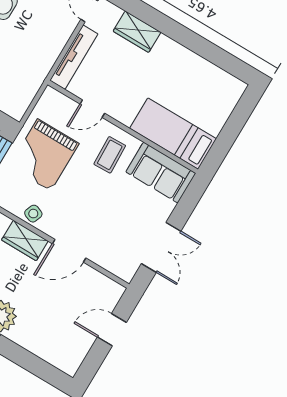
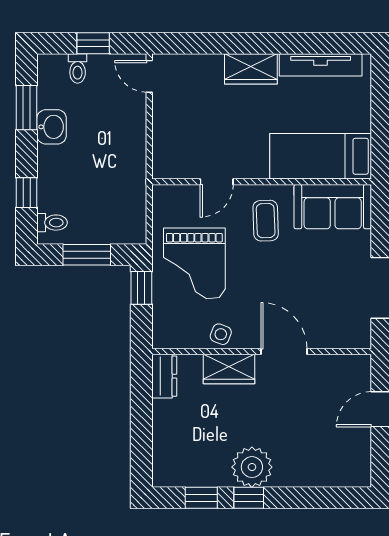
wardrobe: (137, 32) -> (251, 69), moved
tv unit: (74, 57) -> (321, 65), moved, turned 90
door: (69, 251) -> (284, 351), swing flipped

